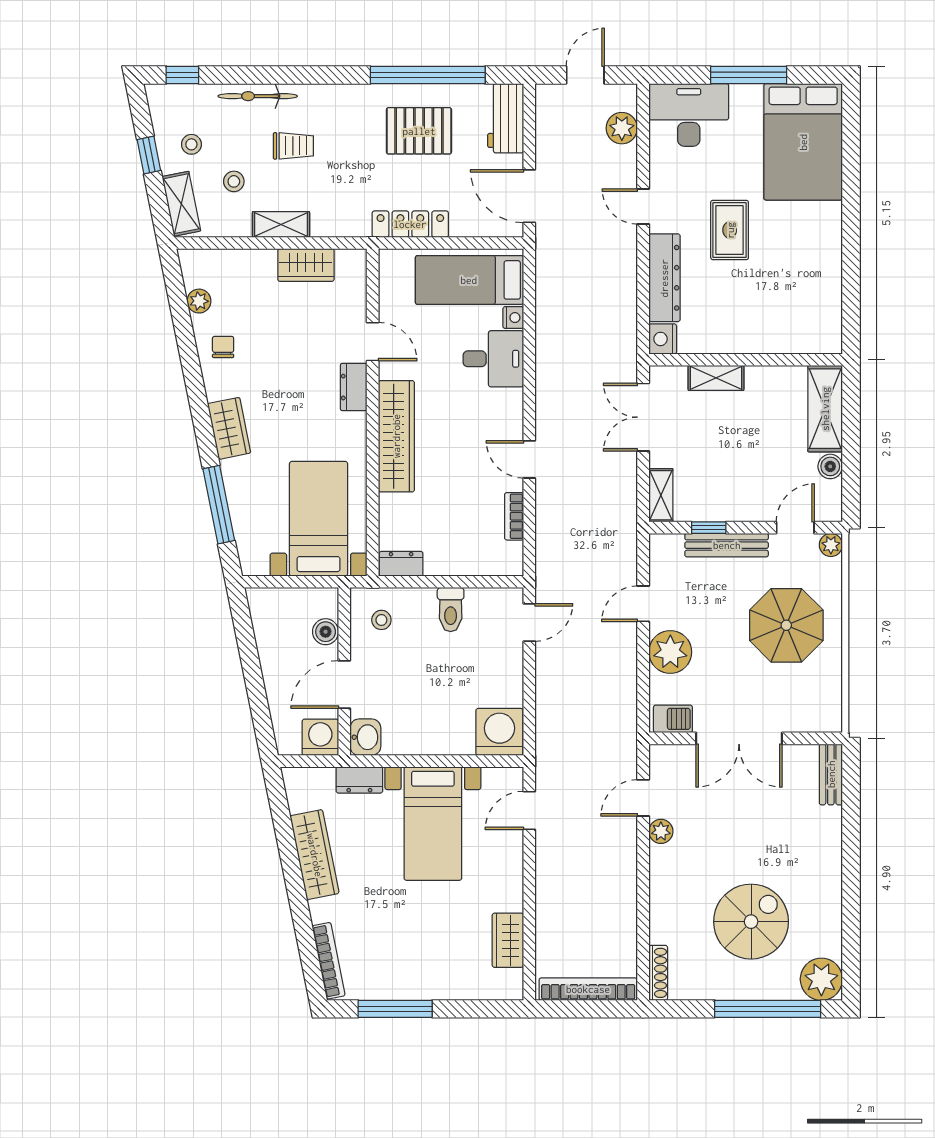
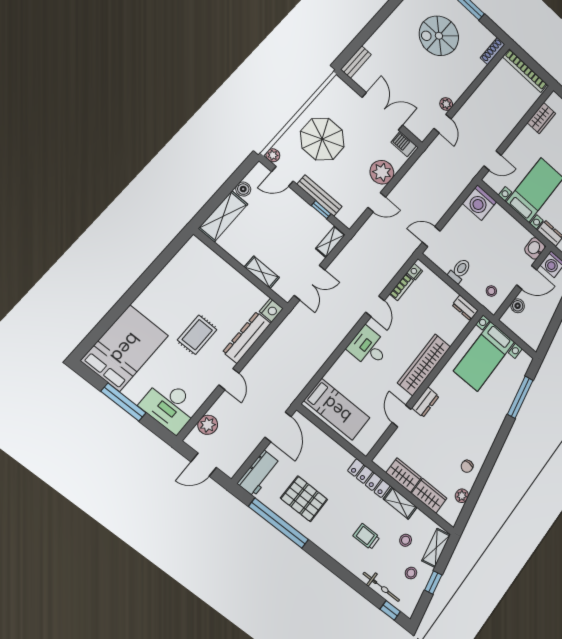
bicycle: (258, 96) -> (381, 587), moved
locker: (410, 224) -> (369, 478), moved
nightstand: (513, 318) -> (415, 272), moved
desk: (493, 359) -> (368, 347), moved
wardrobe: (229, 428) -> (429, 496), moved, turned 101
door: (643, 798) -> (442, 124), hinge flipped

